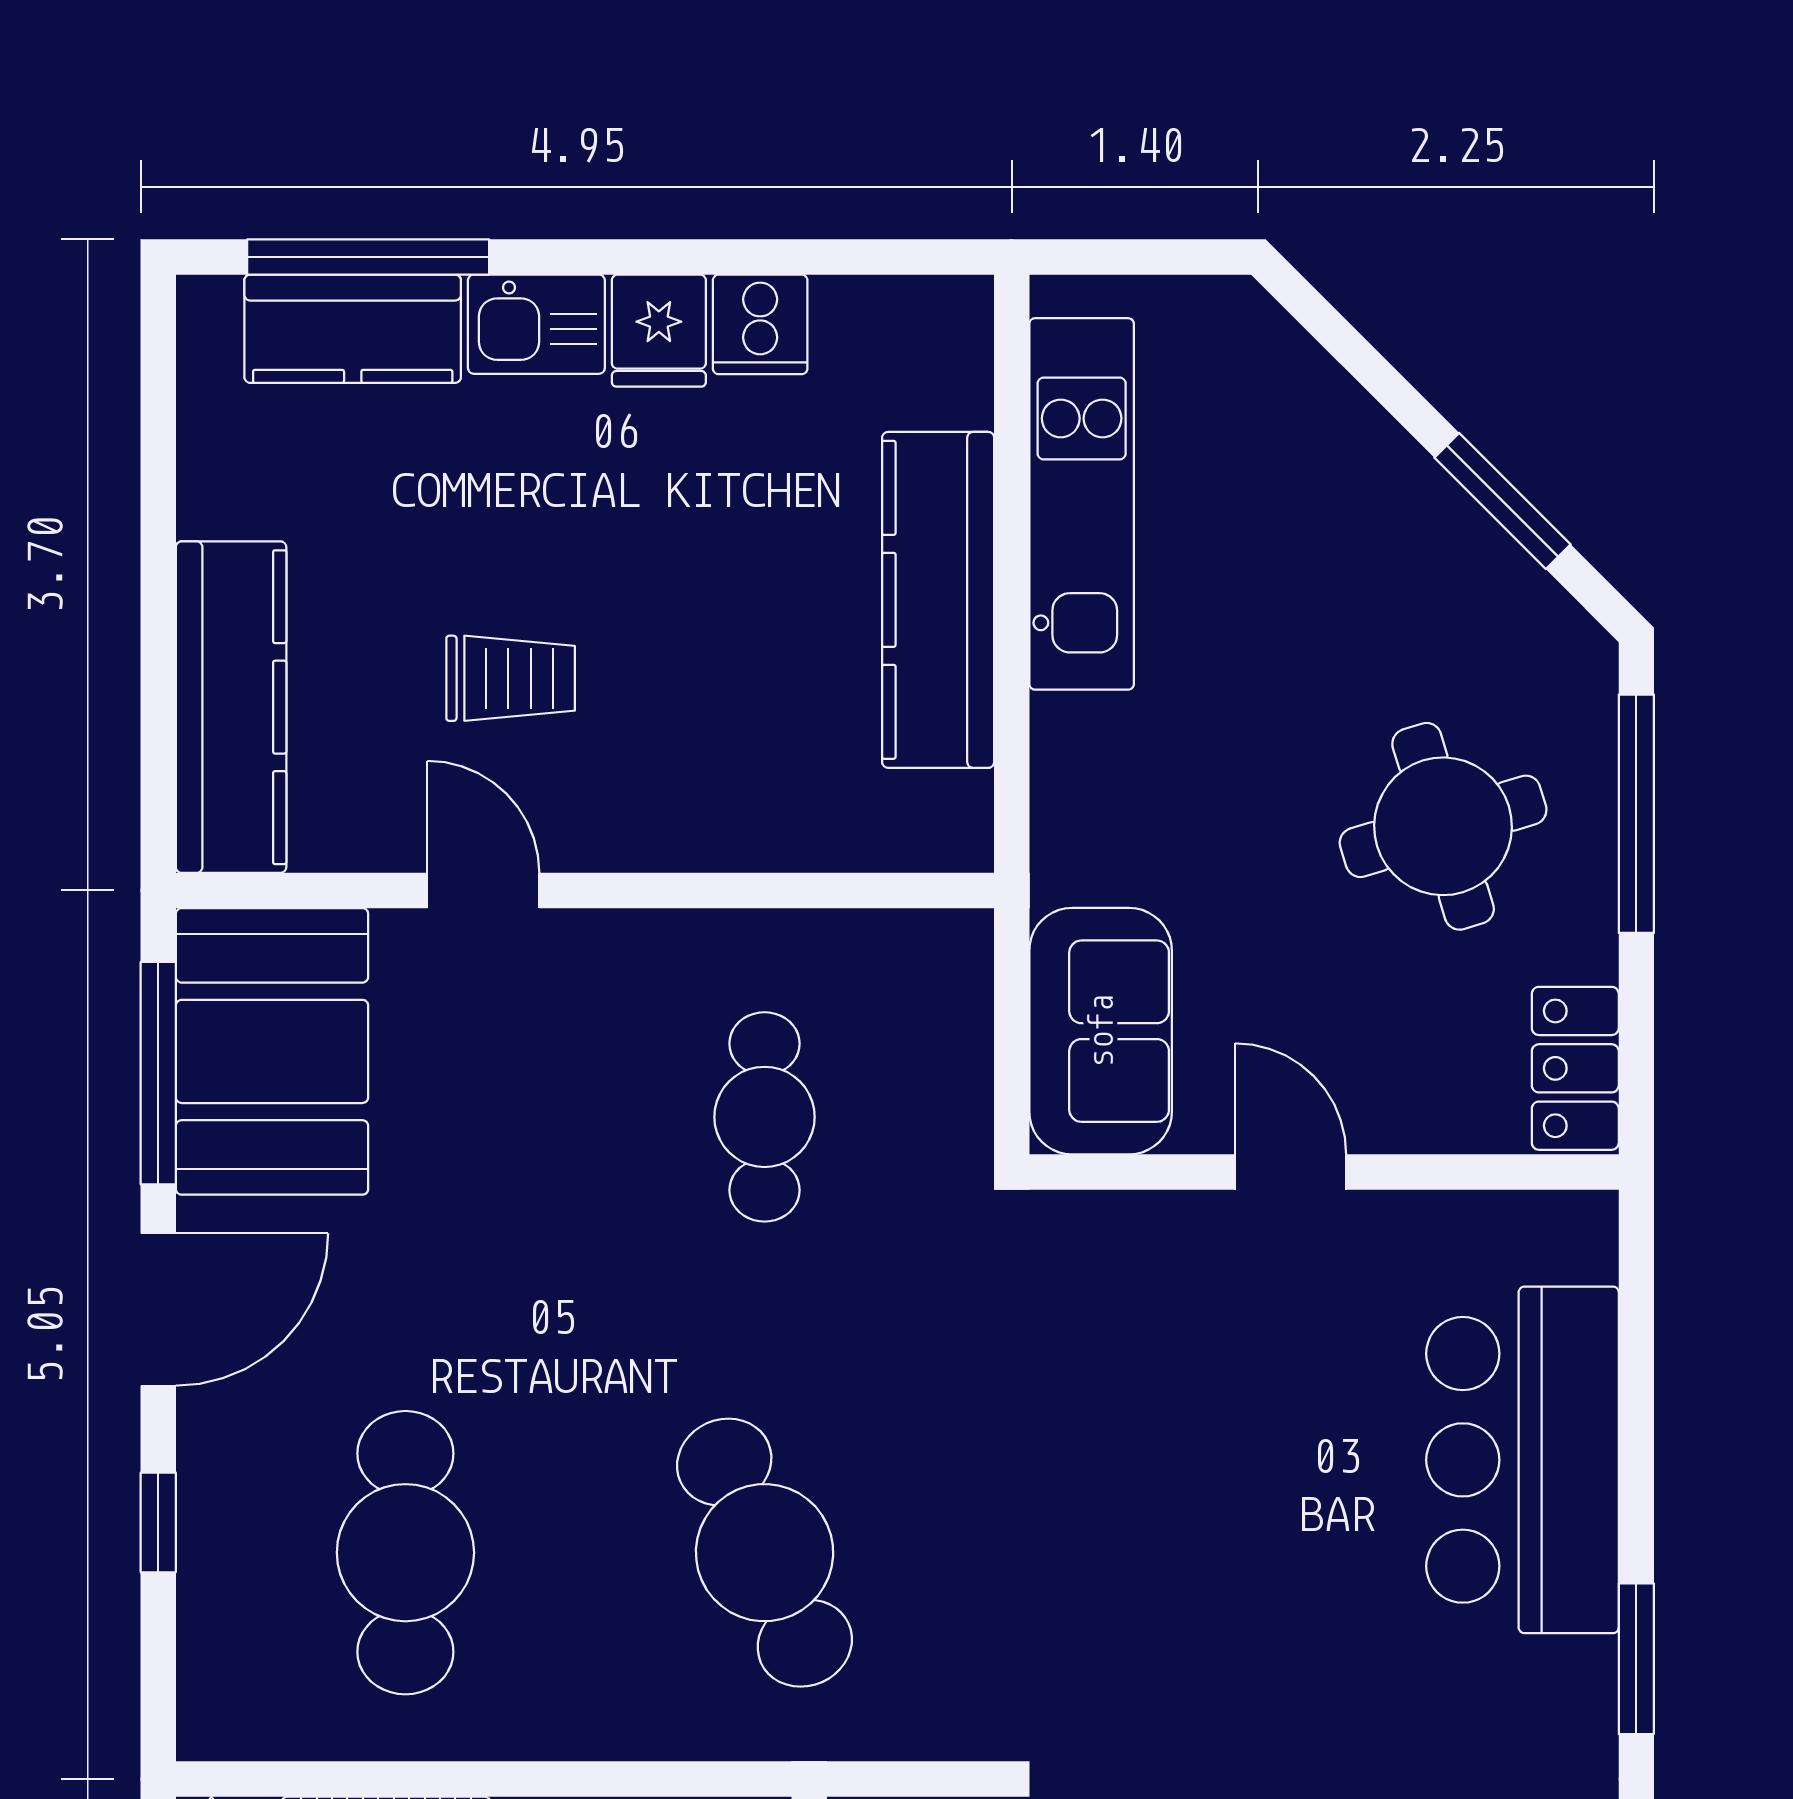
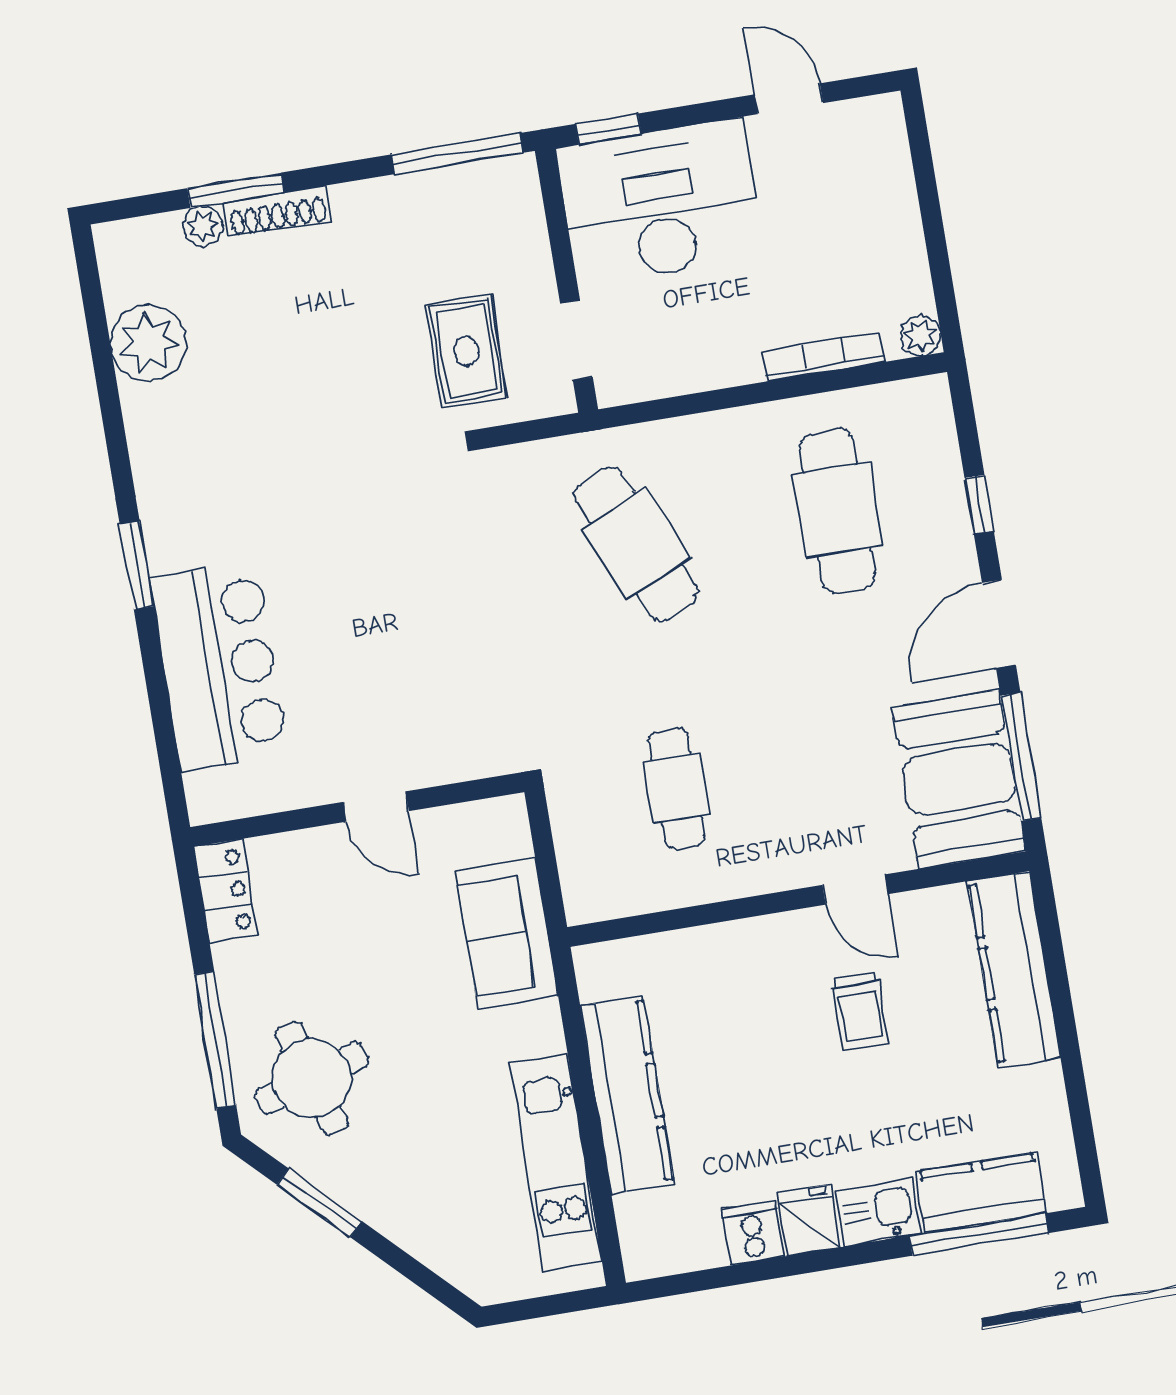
trolley: (511, 678) -> (860, 1011), turned -90
round table: (1443, 826) -> (312, 1078), moved
sofa: (1101, 1031) -> (507, 934), moved

